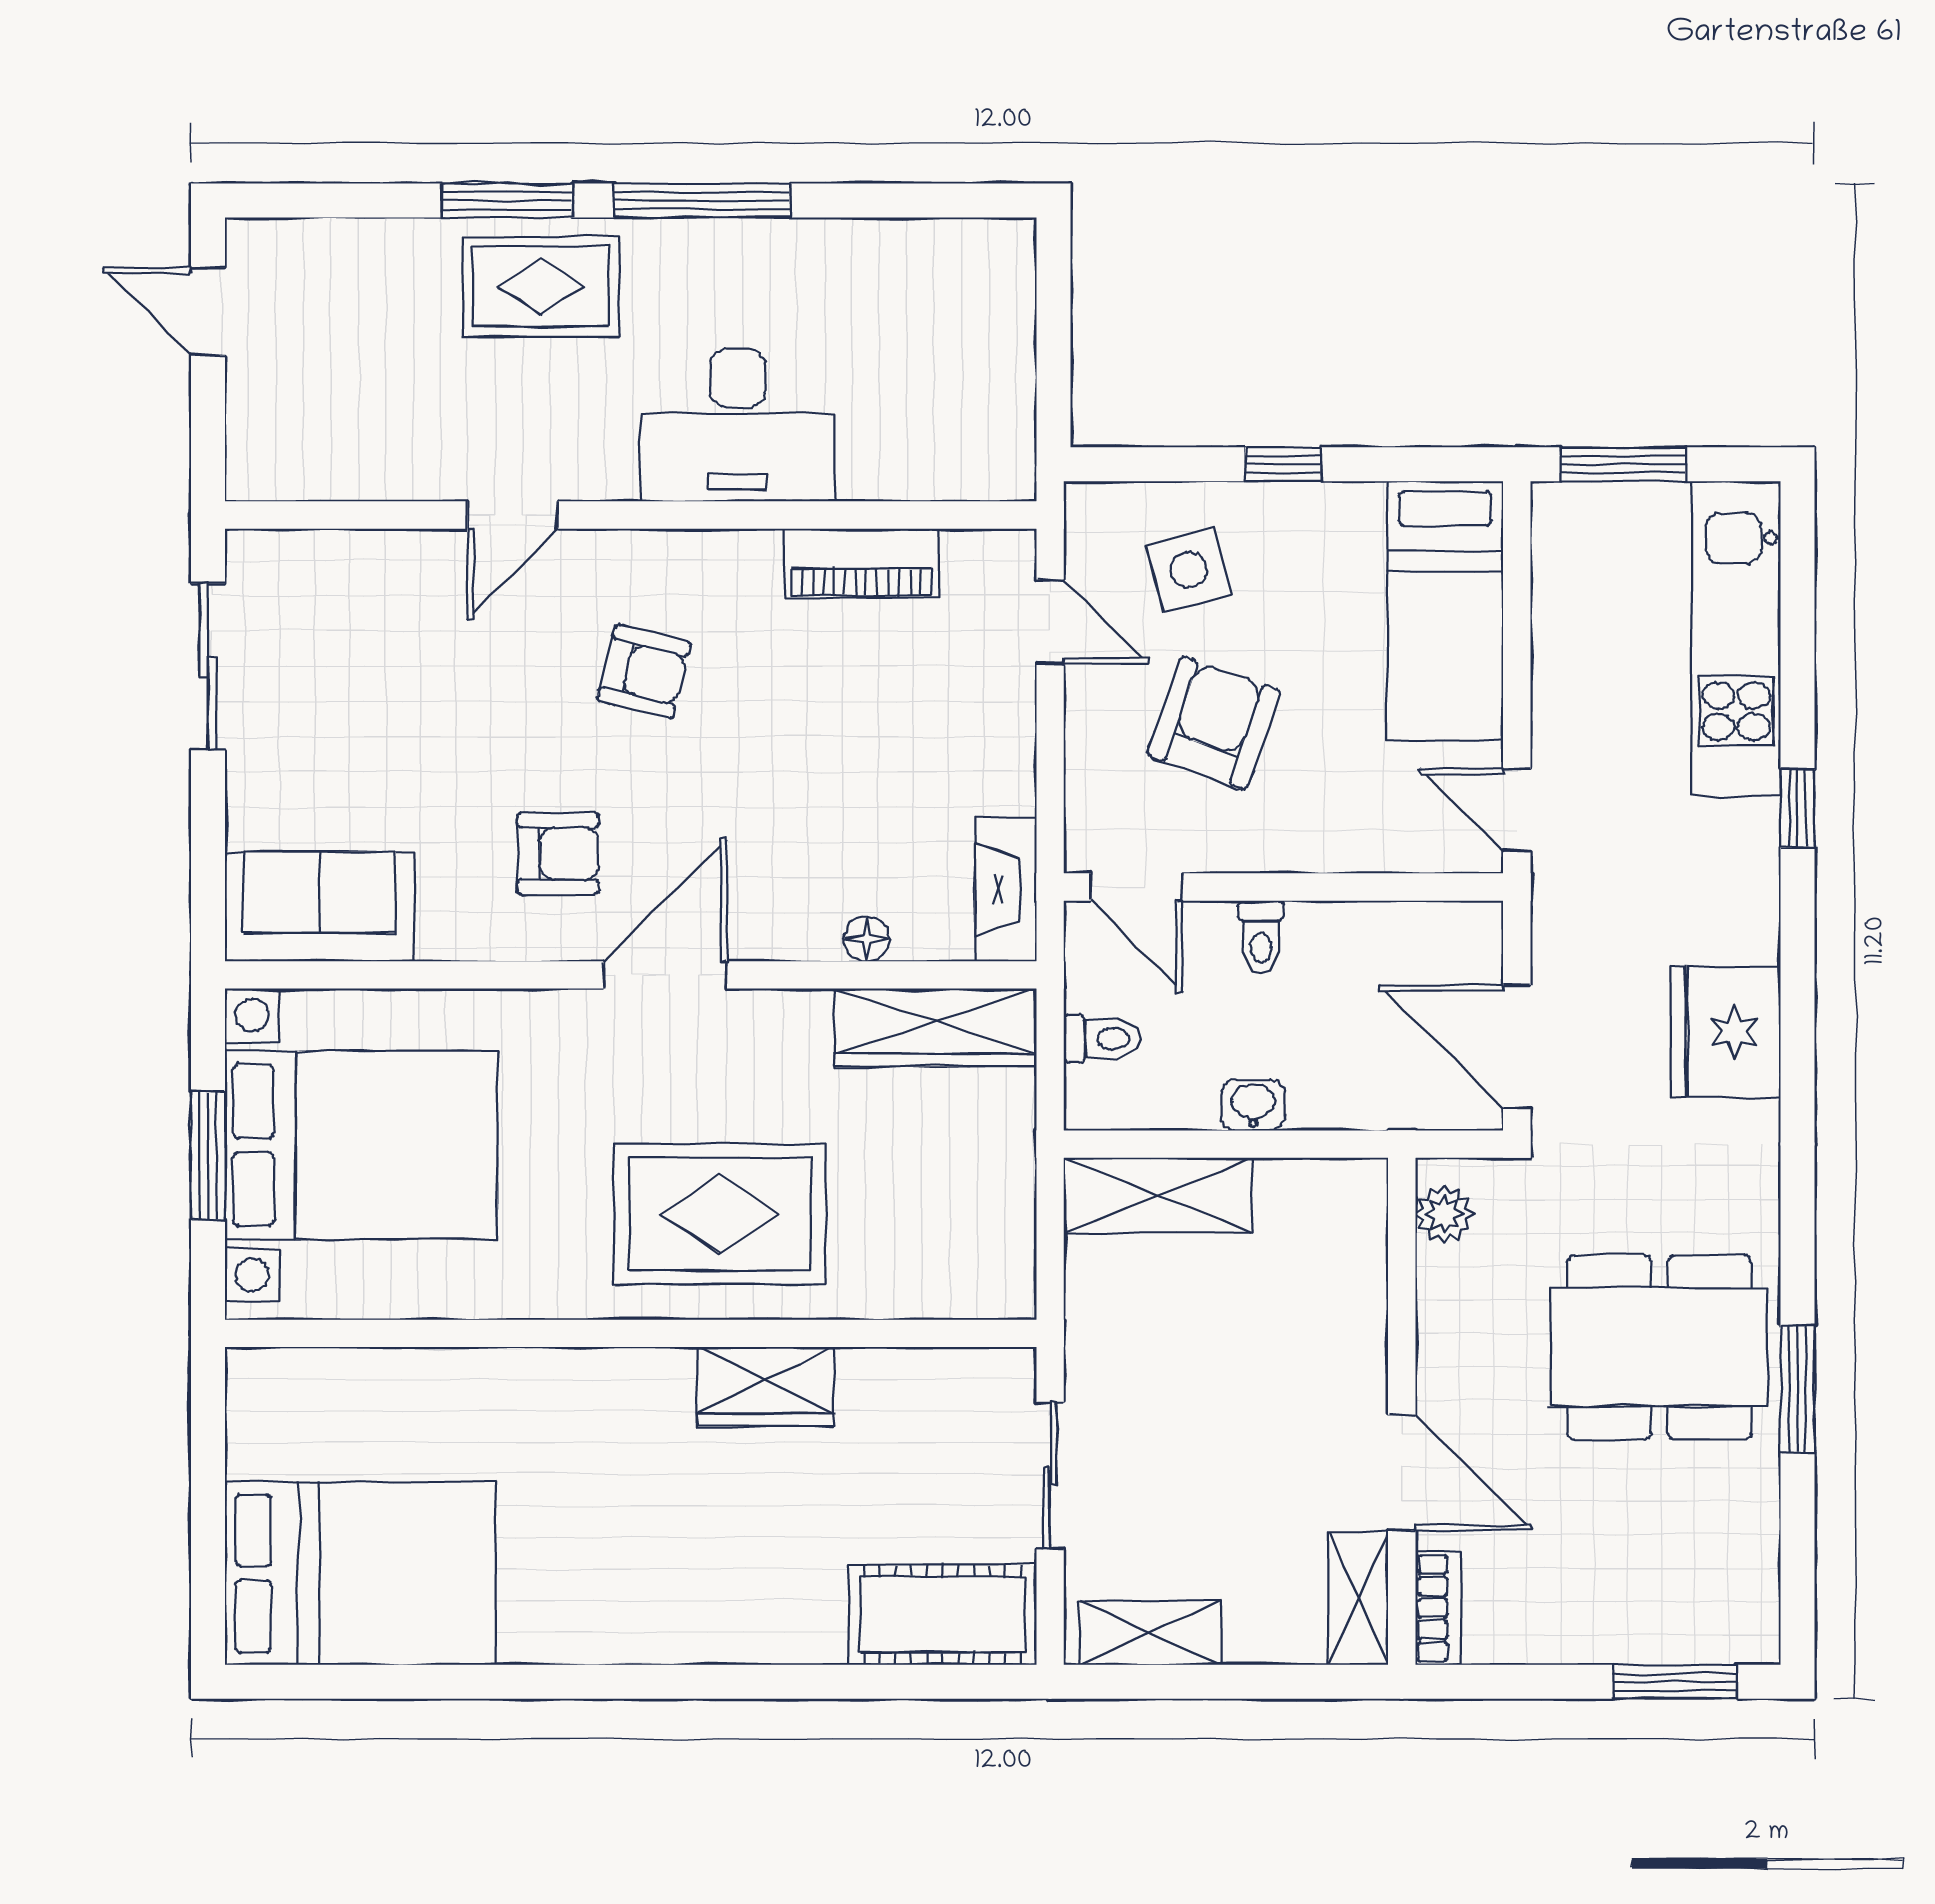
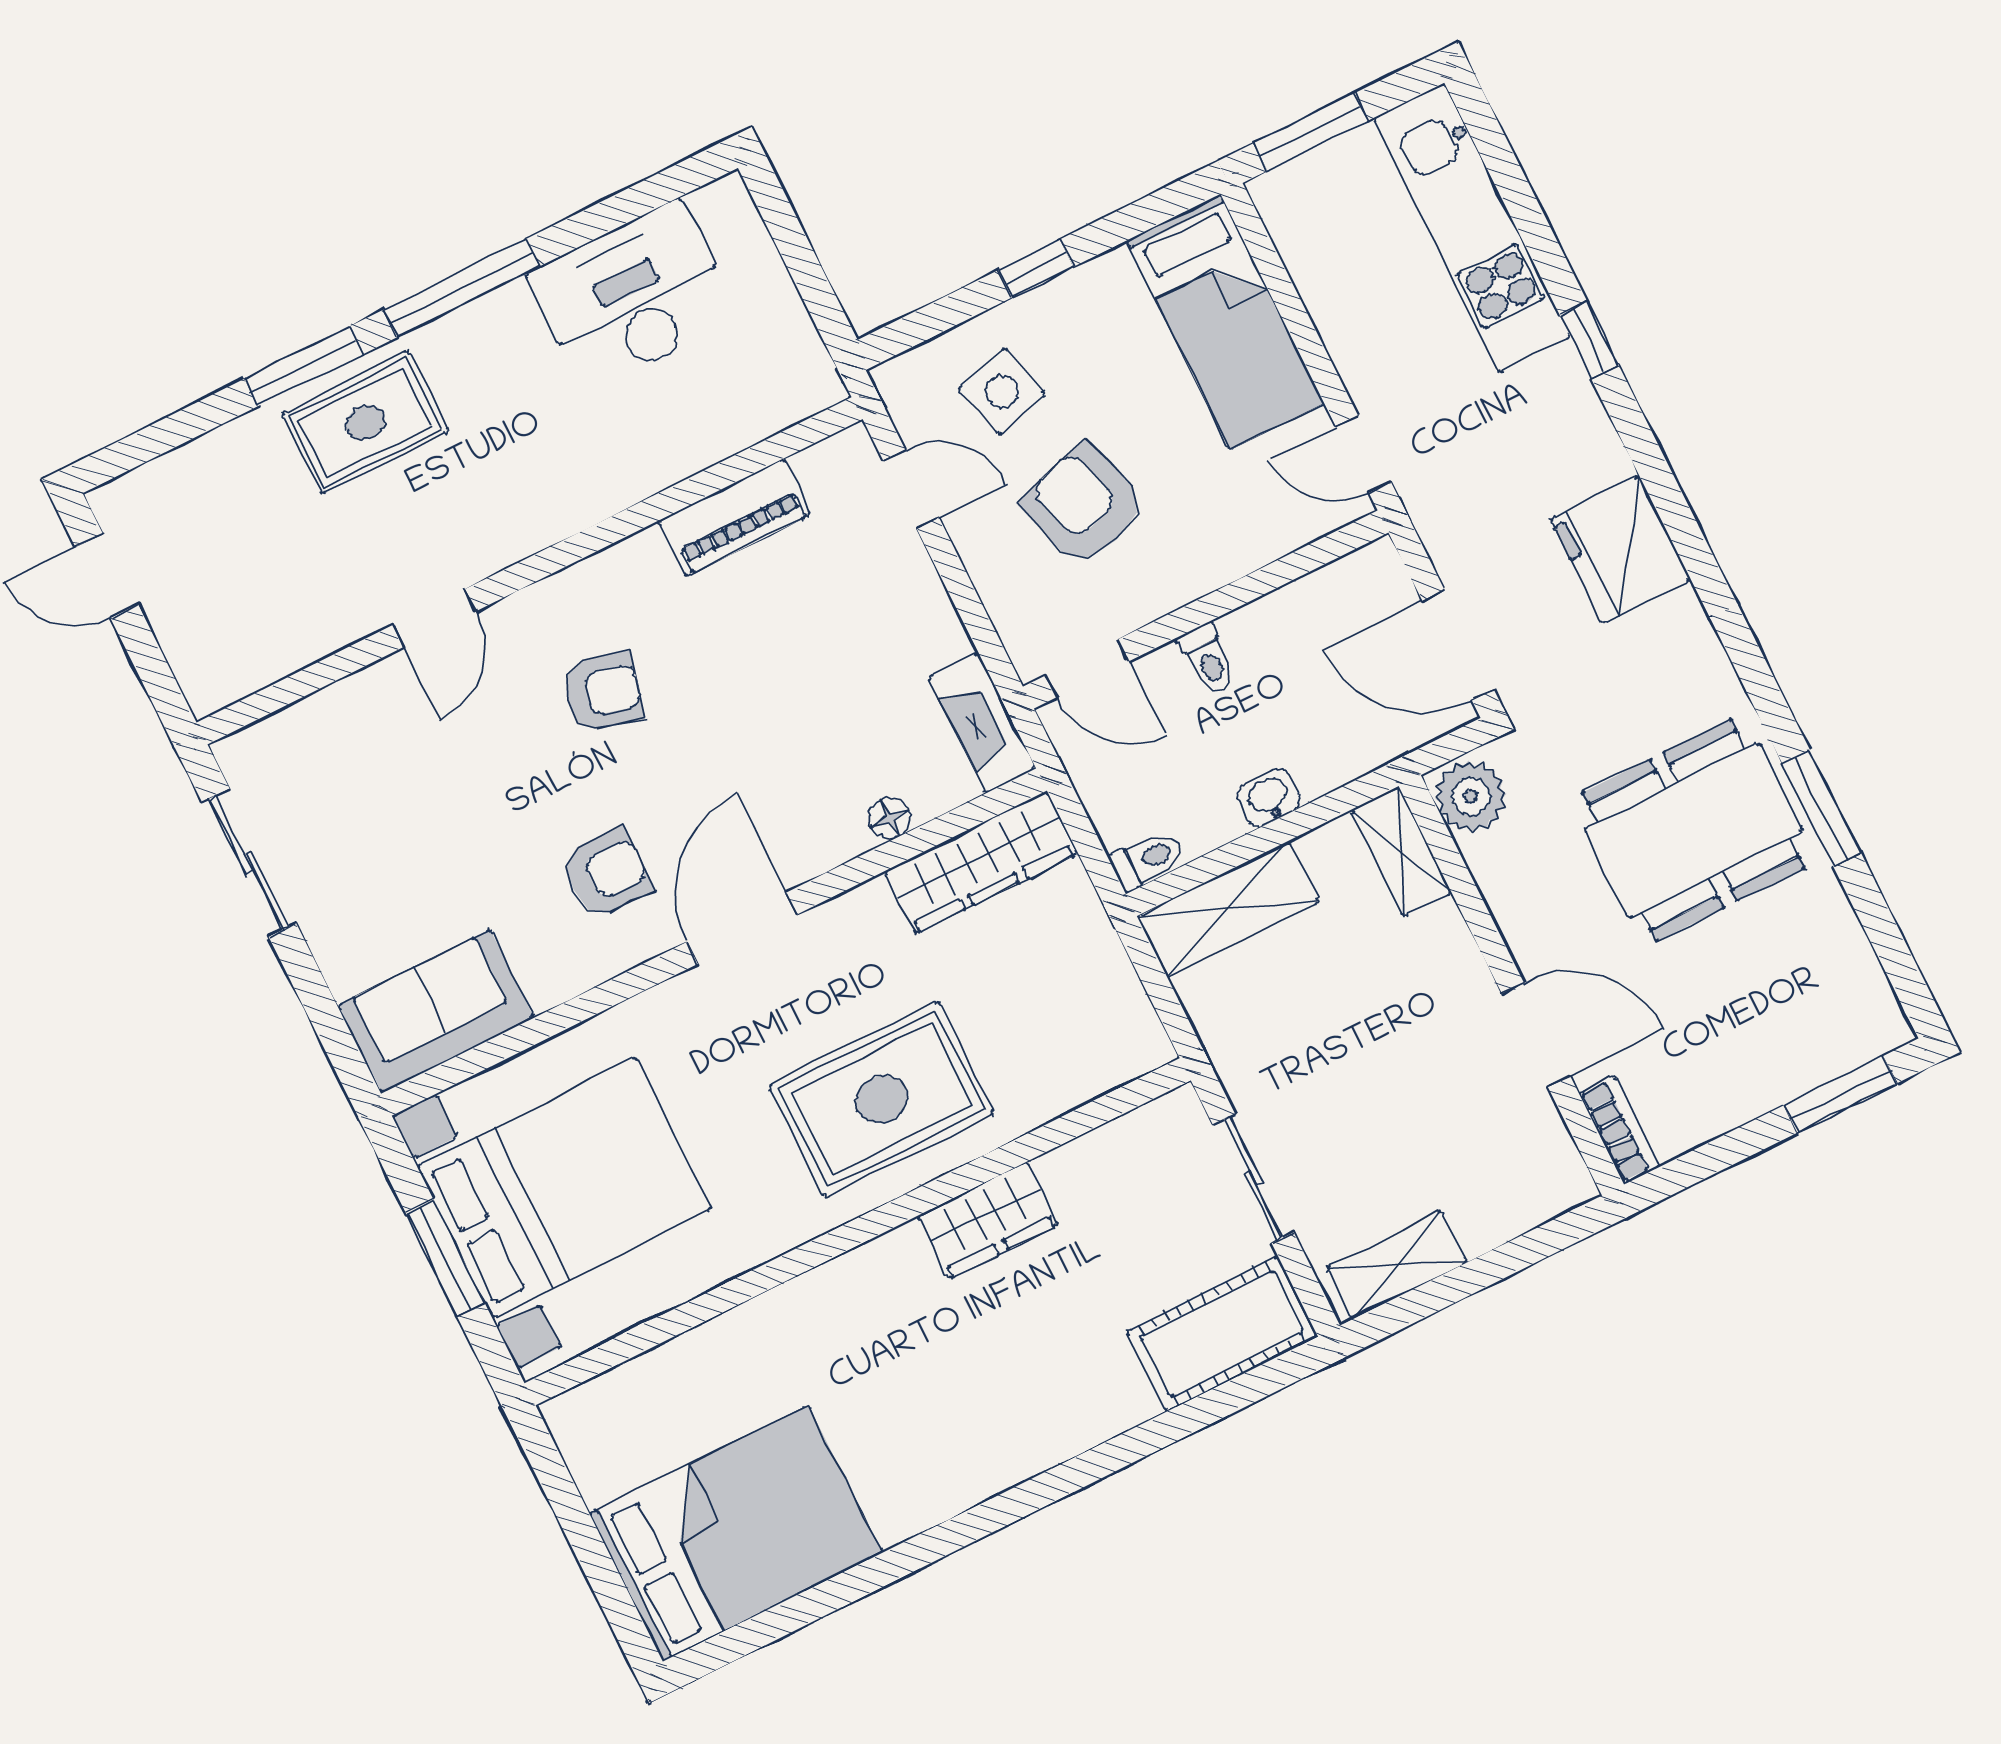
desk: (738, 425) -> (633, 297), moved, turned 180
armchair: (1214, 723) -> (1084, 505), turned -36
toilet: (1102, 1039) -> (1148, 859), moved
plant: (1444, 1214) -> (1471, 796), width x1.38, depth x1.38
shelving: (1358, 1598) -> (1401, 852), moved

